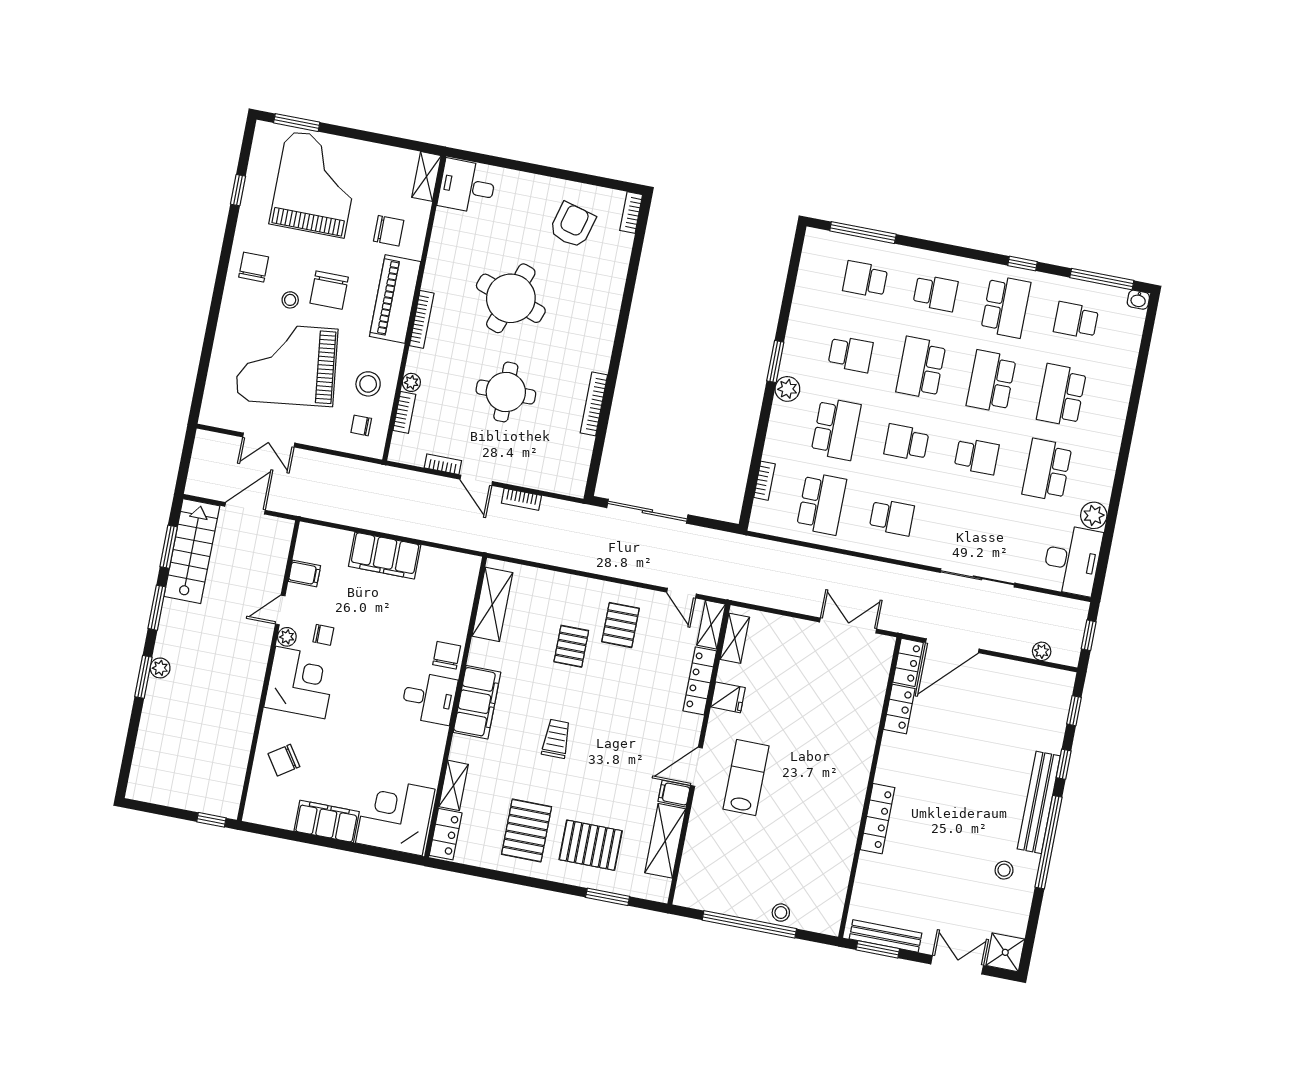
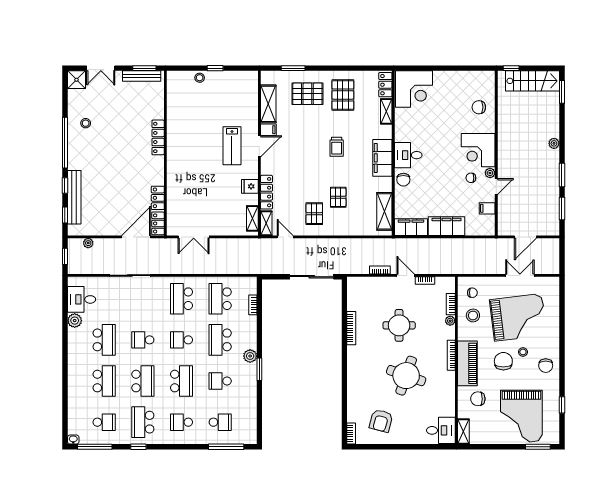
school desk: (906, 443) -> (181, 340), turned 180
school desk: (892, 517) -> (181, 299), width x1.85
stairs: (192, 551) -> (532, 81), moved, turned -90
desk: (1072, 560) -> (82, 299), width x0.73
window: (143, 677) -> (562, 92), moved
chair: (284, 760) -> (479, 107), turned -146
bench: (1039, 802) -> (74, 197), moved
filing cabinet: (327, 821) -> (411, 227), moved, turned 180
window: (749, 924) -> (215, 68), width x0.32

